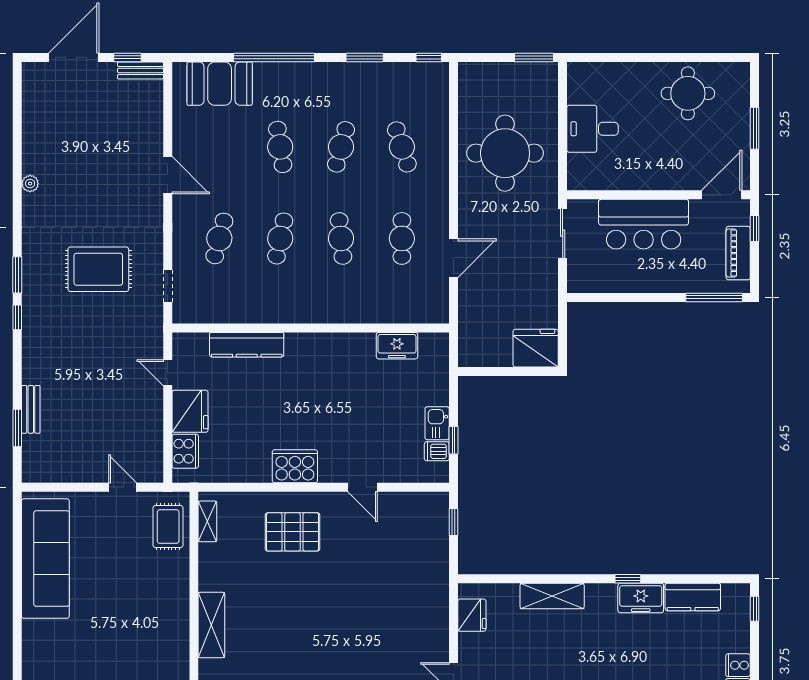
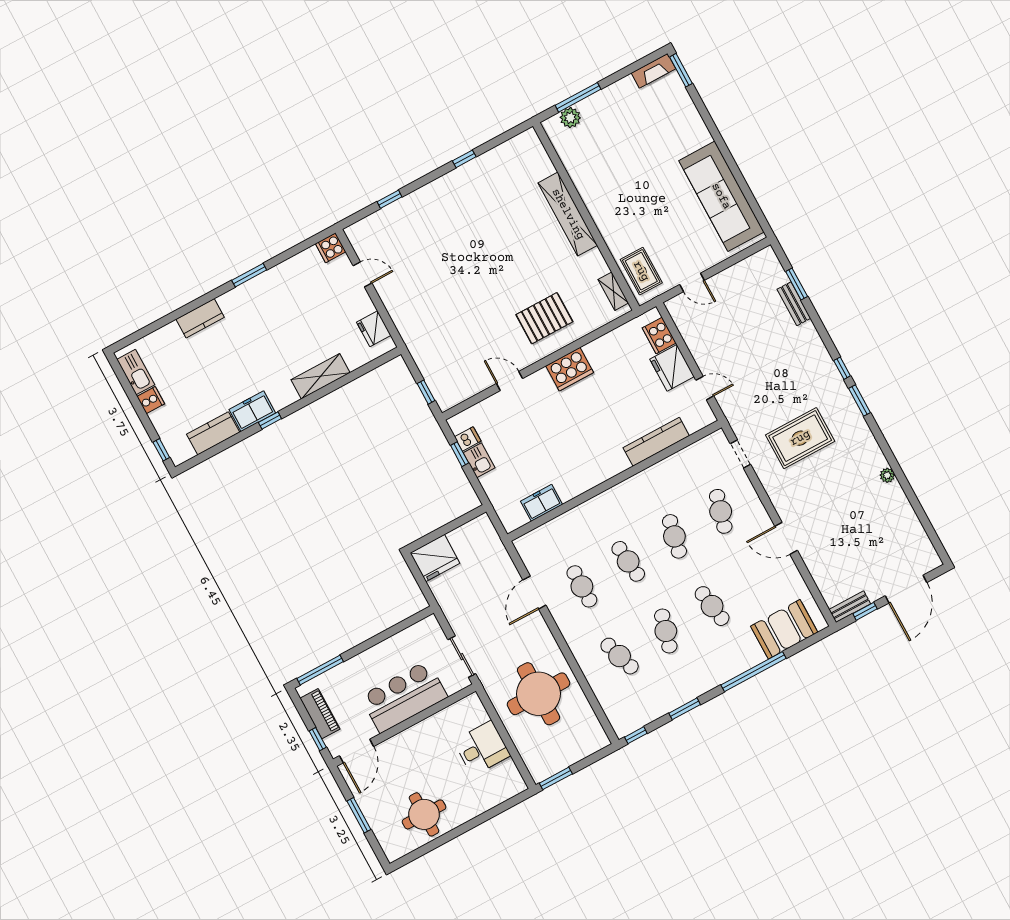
shelving: (211, 625) -> (568, 214), width x1.47

